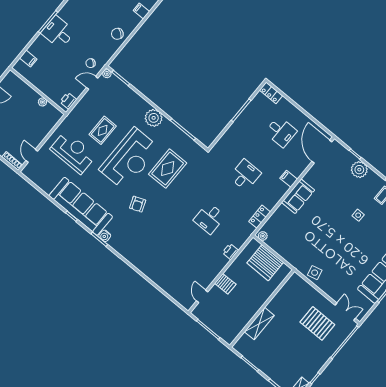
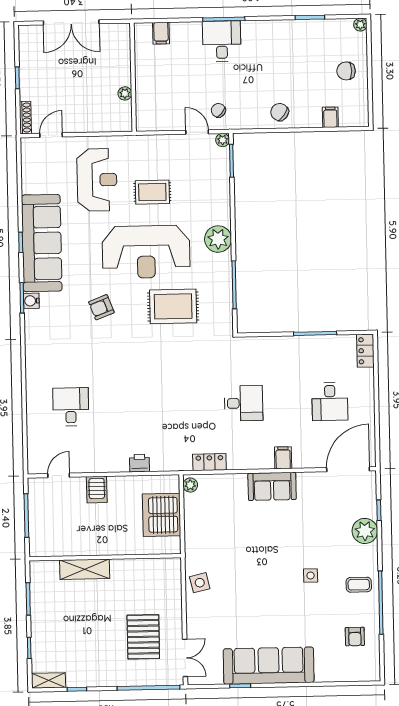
printer: (68, 101) -> (152, 122), removed
desk: (209, 218) -> (71, 407), moved, turned 90

